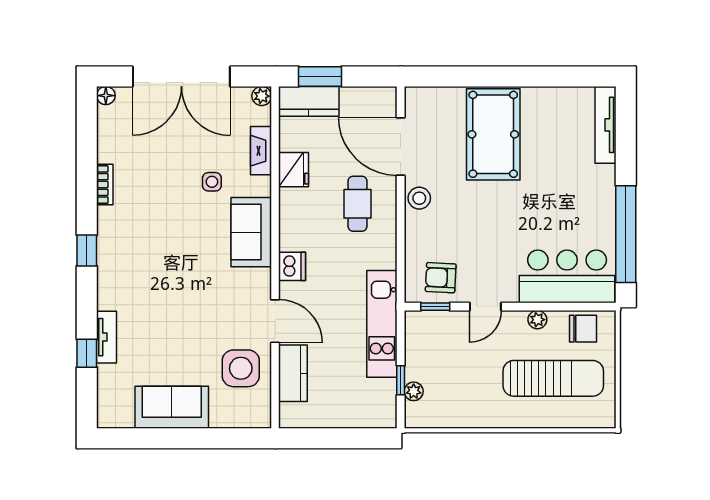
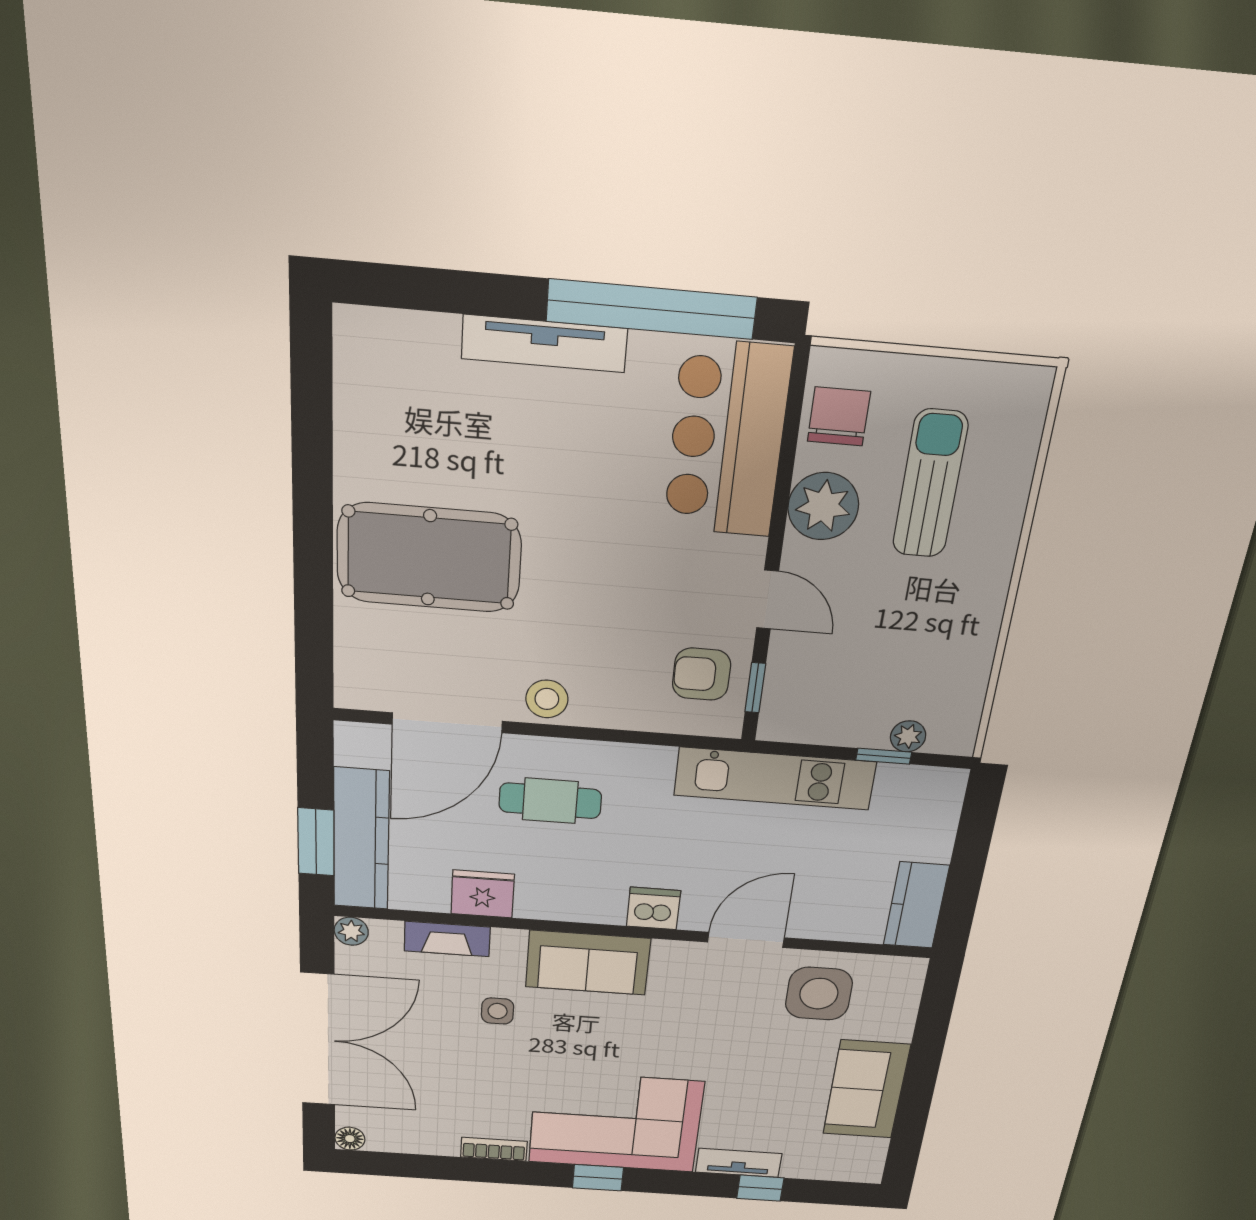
kitchen counter: (309, 101) -> (361, 839), width x1.50
tv unit: (605, 125) -> (544, 344), moved
corner sofa: (133, 258) -> (616, 1122), added
armchair: (441, 278) -> (701, 674), turned 87
plant: (537, 320) -> (823, 506), width x1.88, depth x1.88
kitchen counter: (293, 373) -> (916, 905), moved, turned -90
sun lounger: (553, 378) -> (930, 484), width x0.73, depth x0.75

